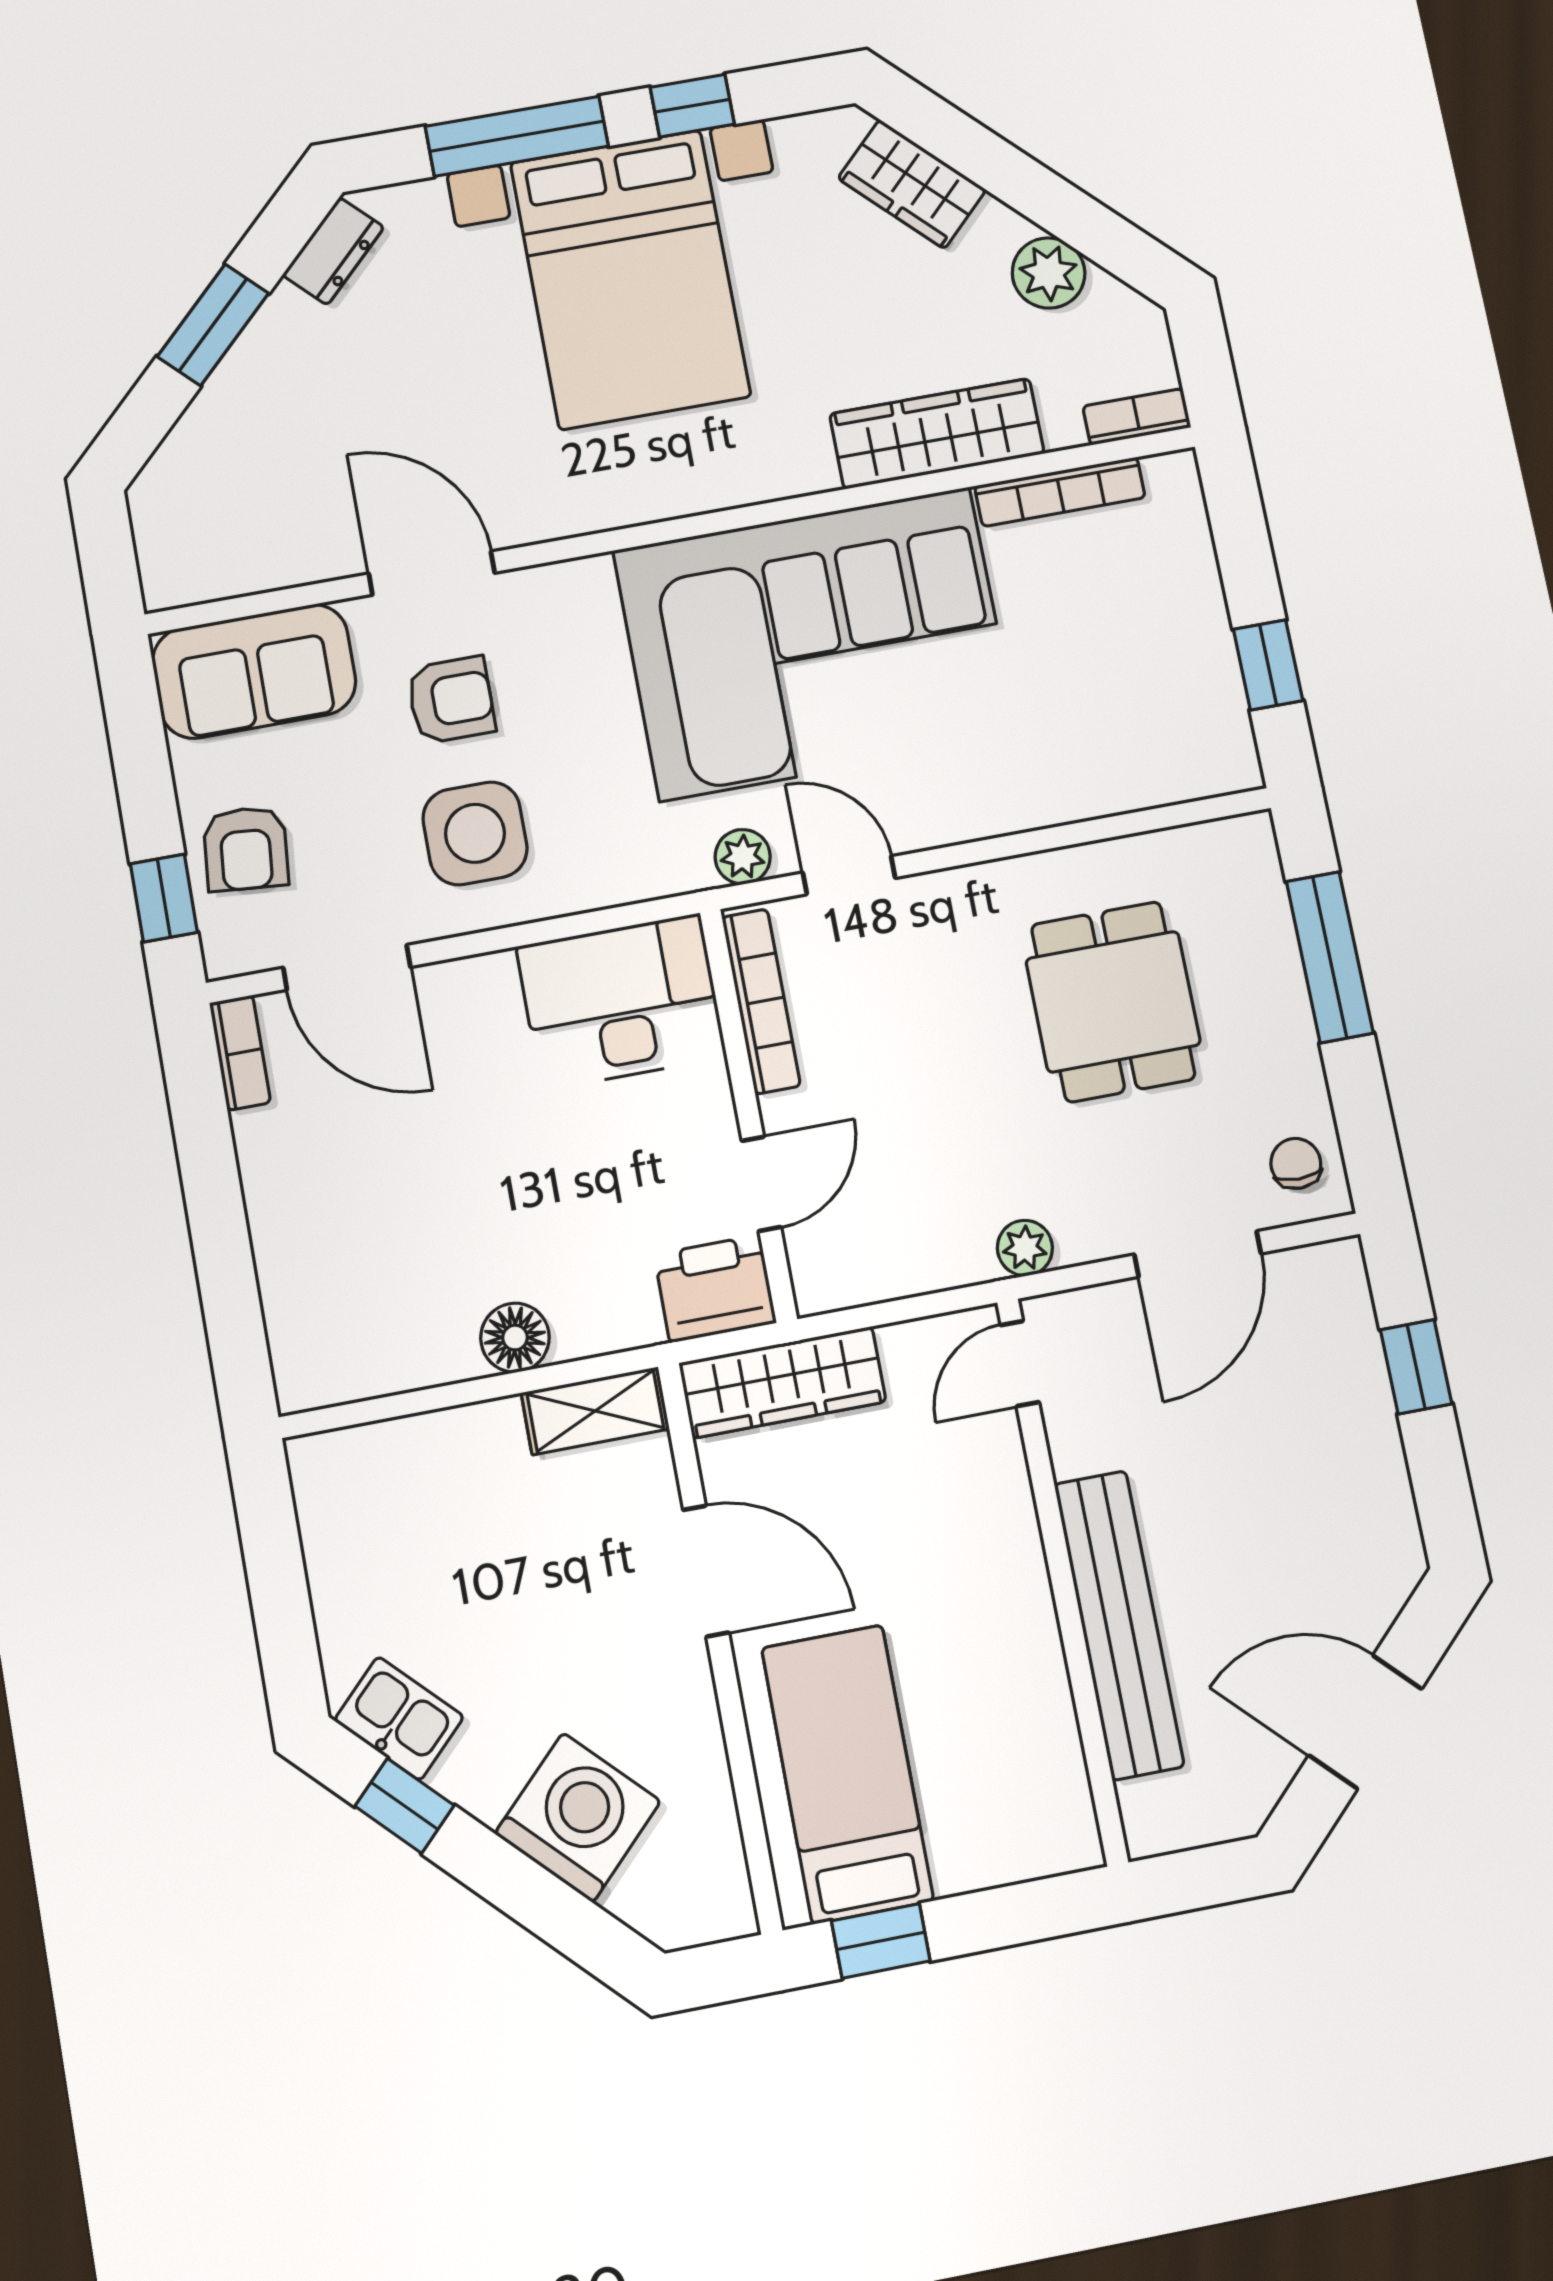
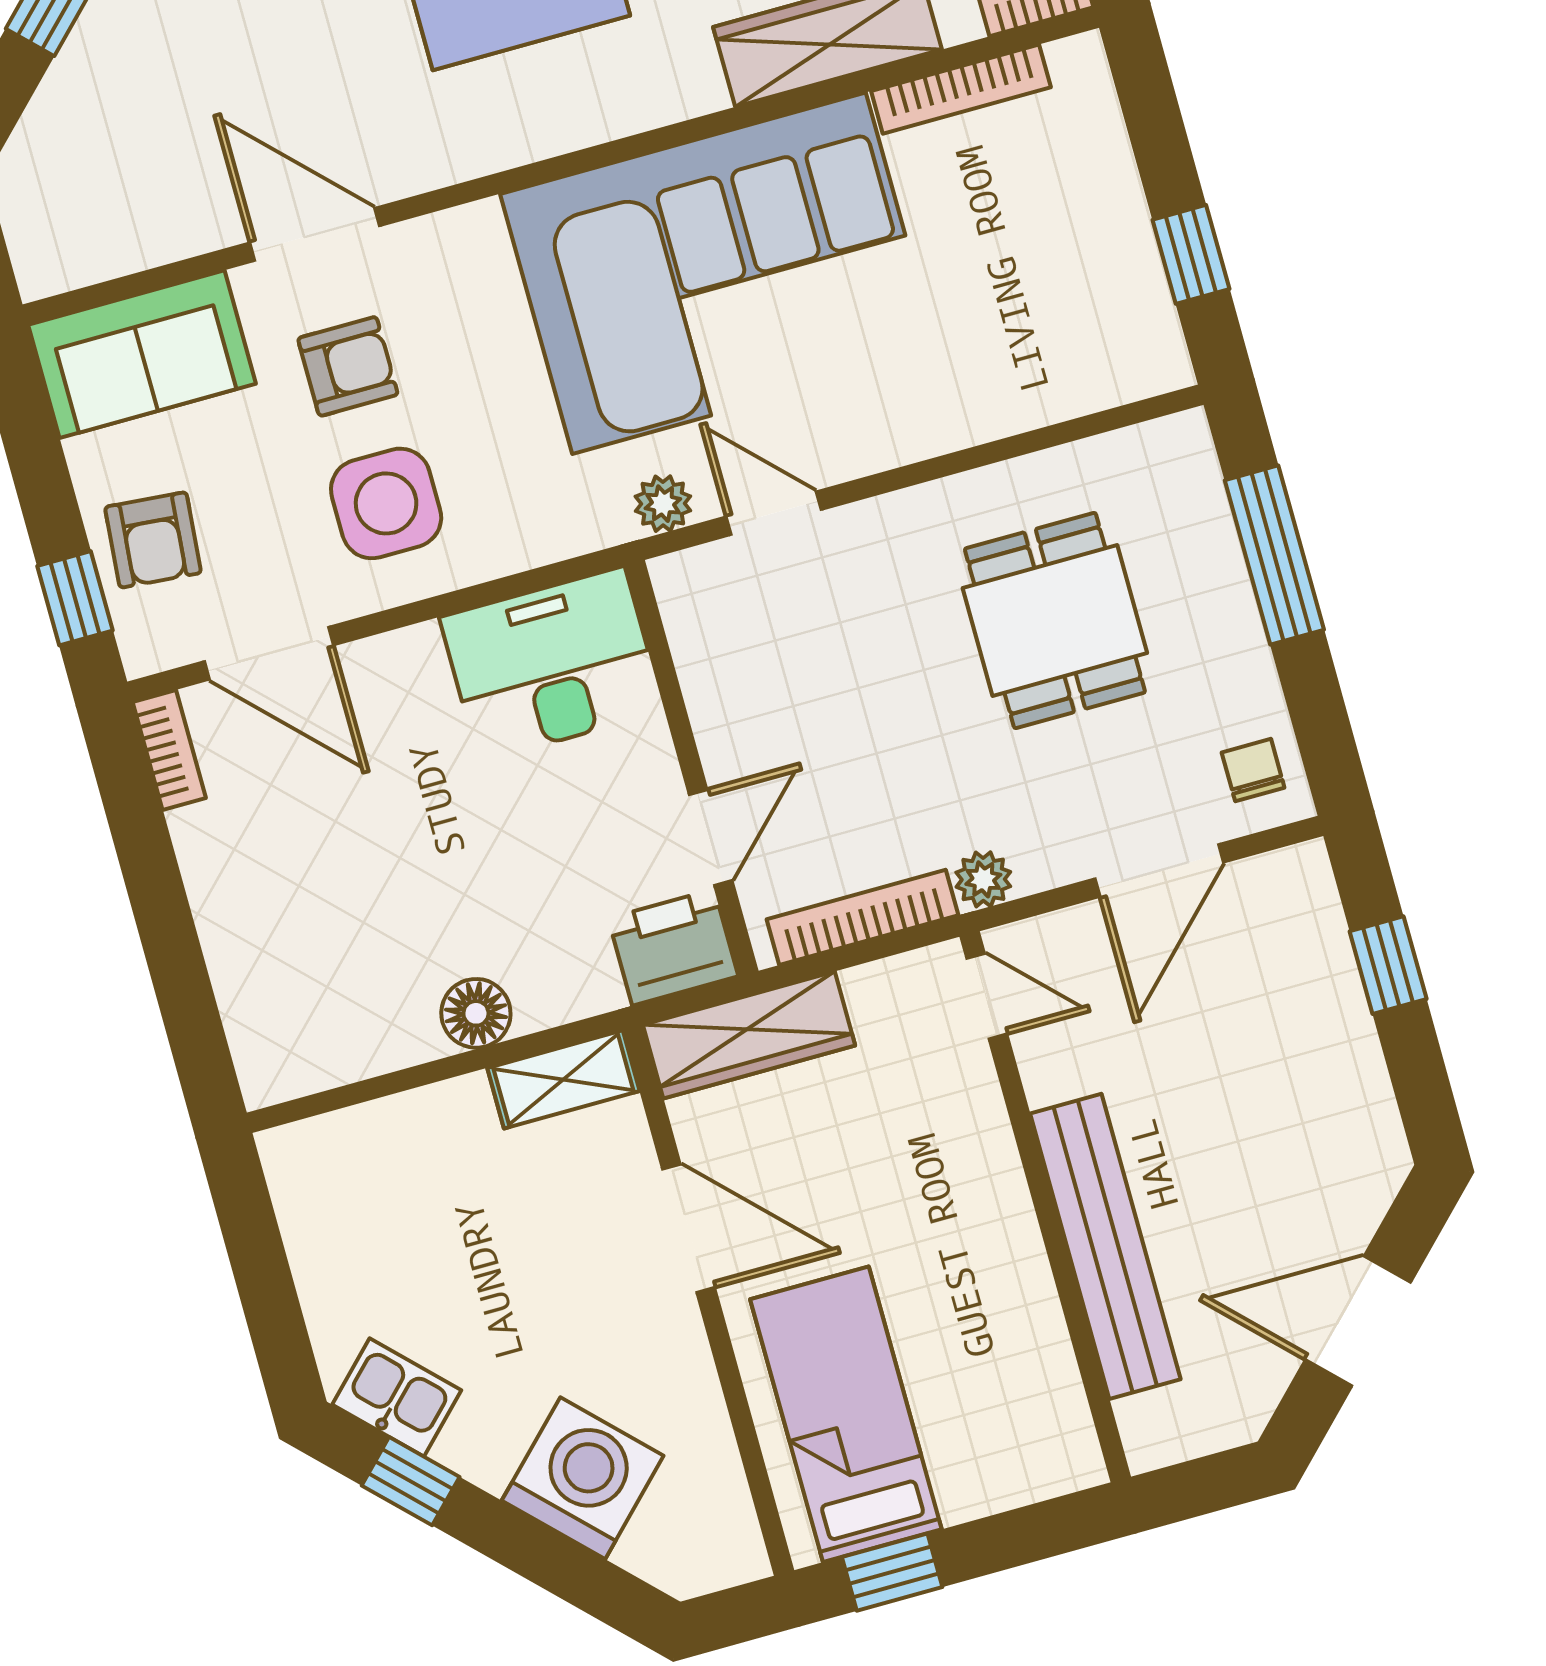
bookcase: (761, 1001) -> (862, 917), moved, turned -90
door: (1020, 1364) -> (987, 996), swing flipped

